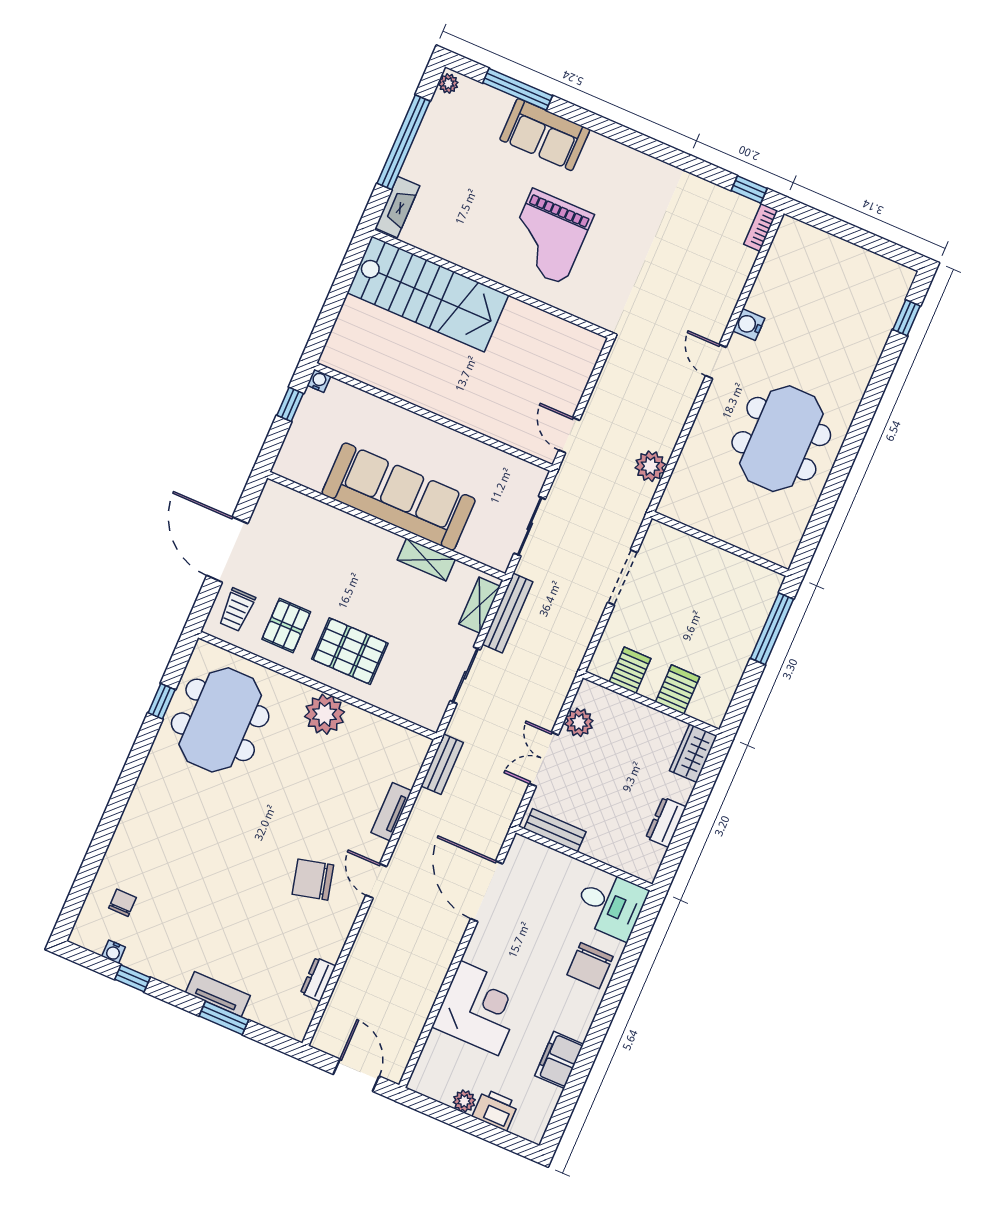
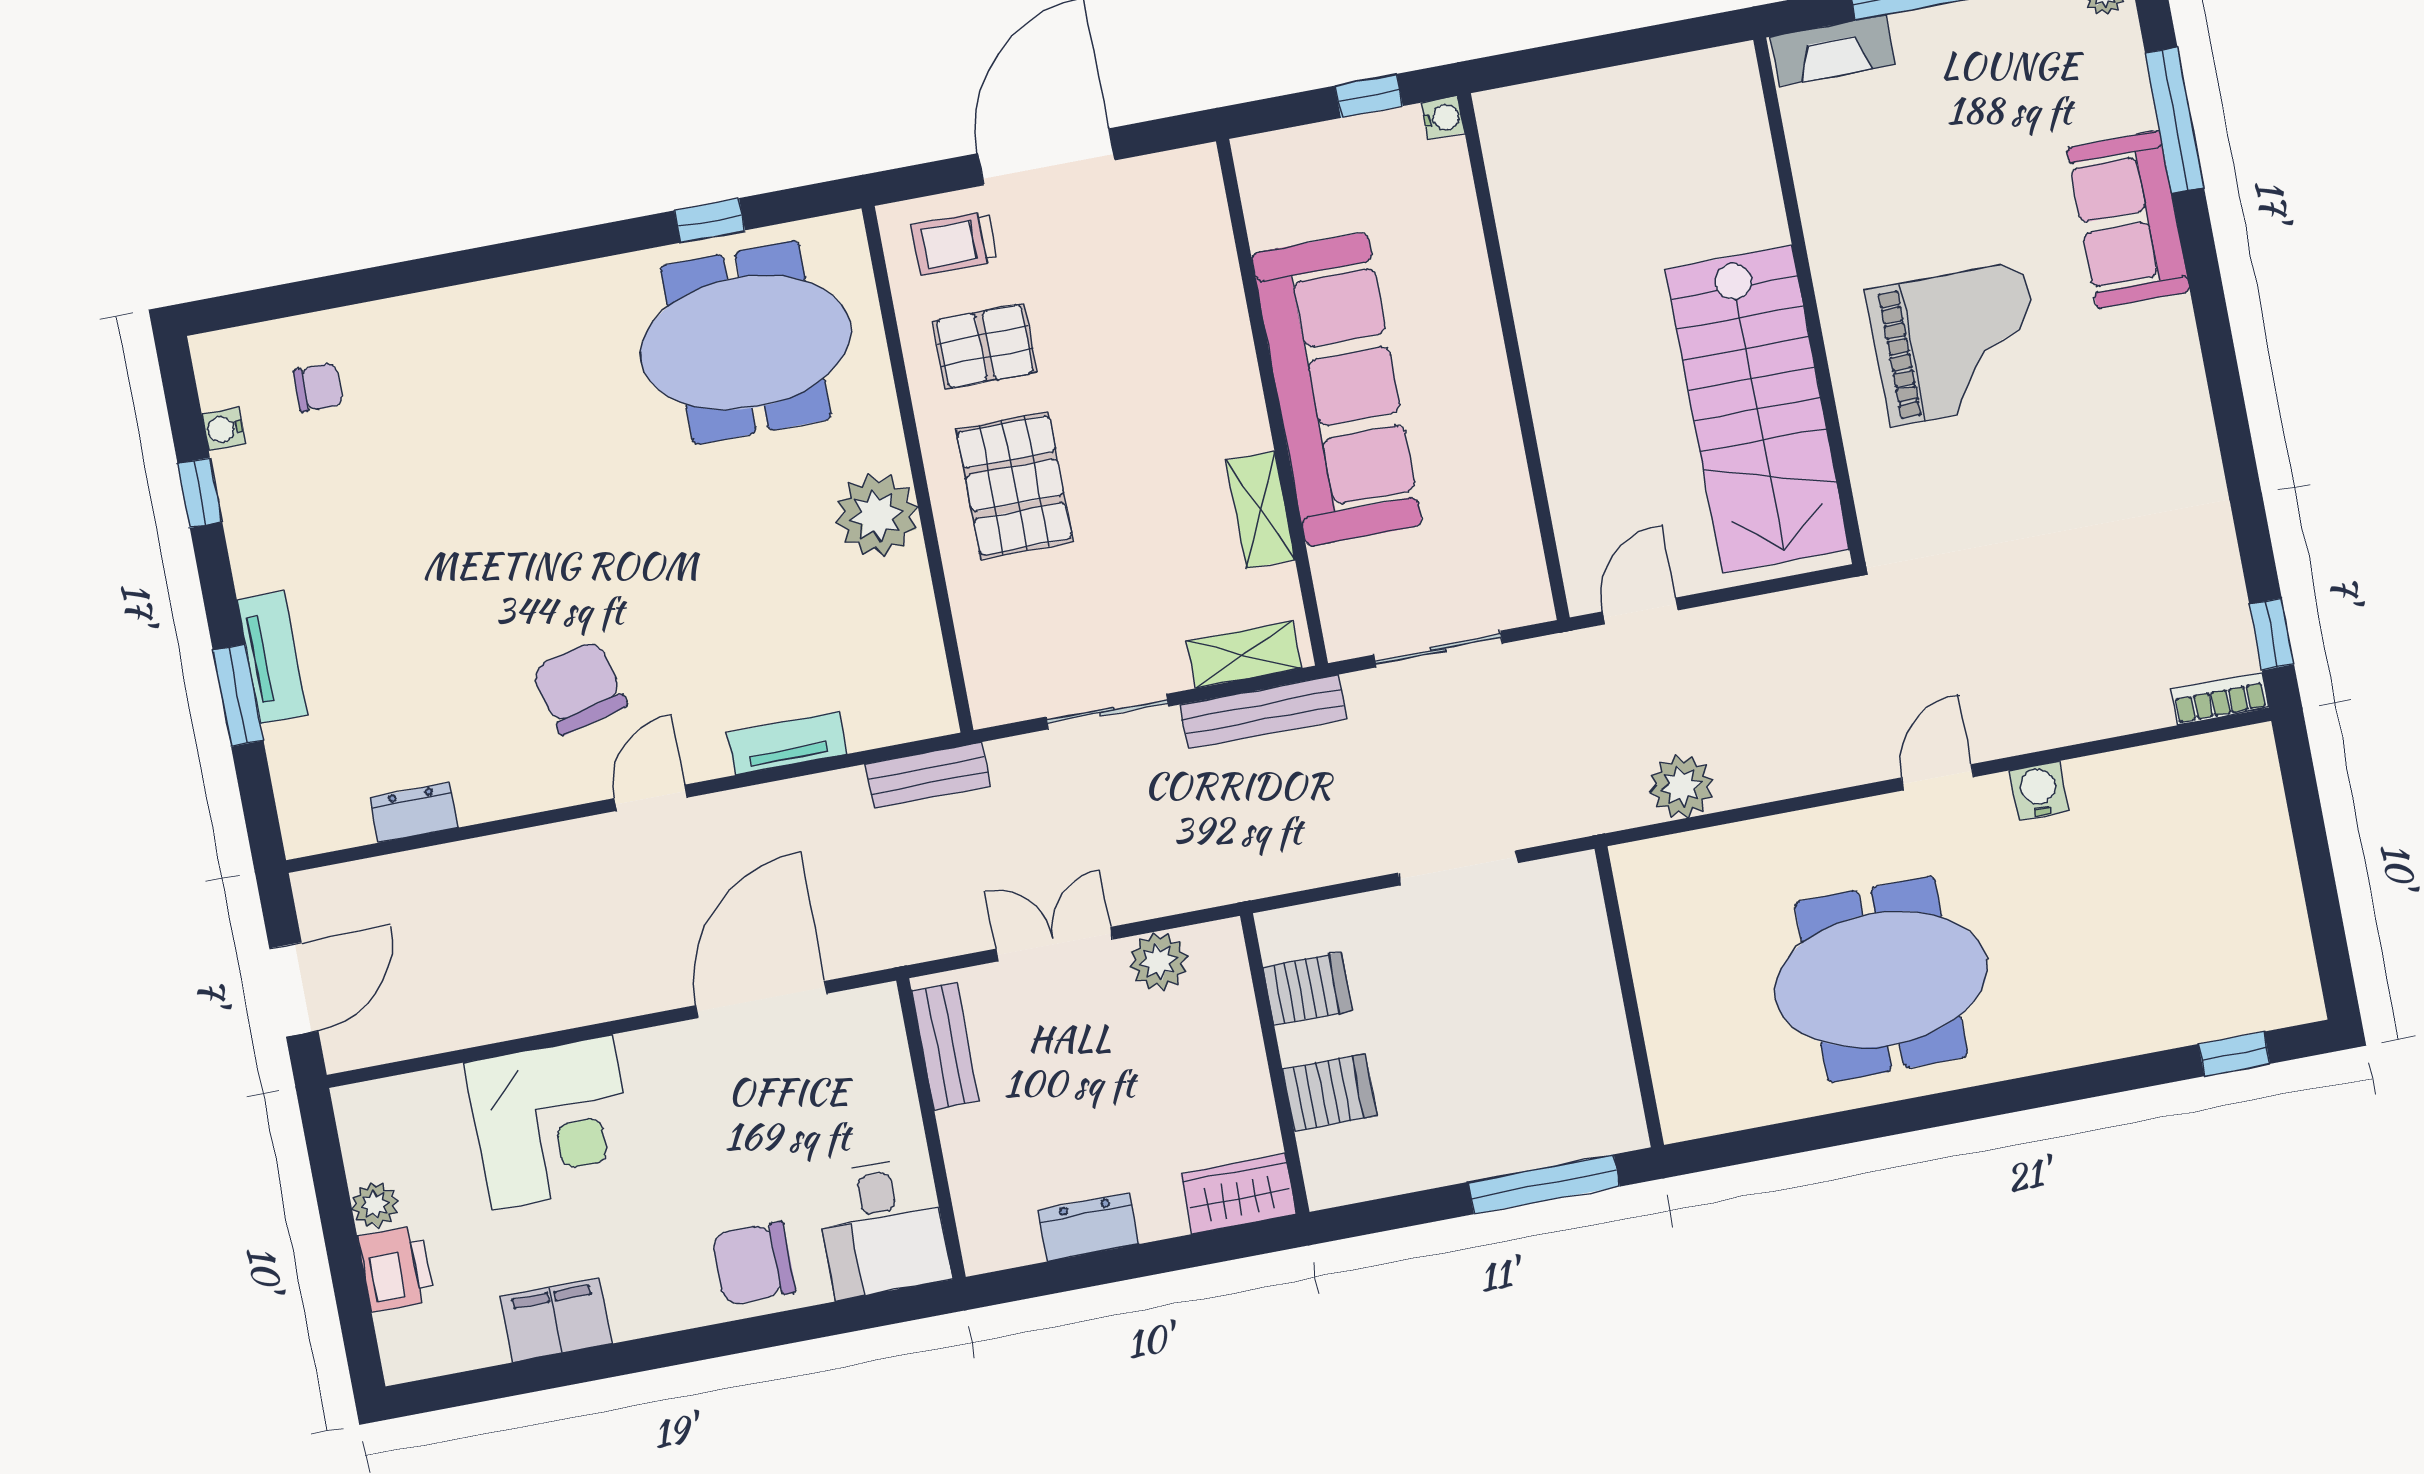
grand piano: (548, 237) -> (1957, 344), turned 180
stairs: (428, 294) -> (1757, 409), moved

